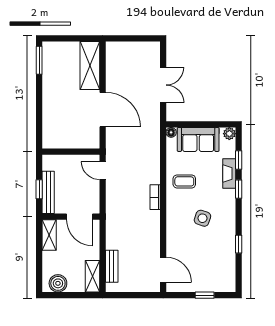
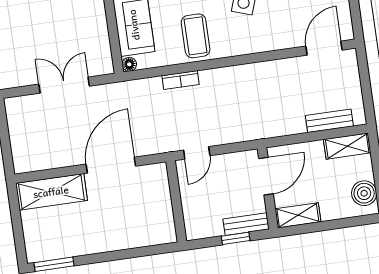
coffee table: (184, 181) -> (196, 36), width x1.36, depth x1.30
bench: (48, 192) -> (246, 224), width x0.73
bookcase: (155, 197) -> (180, 80), moved

